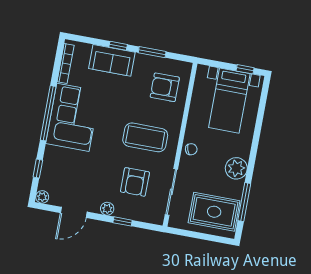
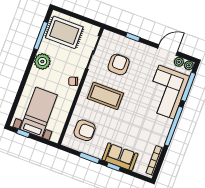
corner sofa: (73, 117) -> (166, 92), moved
window: (38, 169) -> (188, 87), width x2.17
plant: (107, 209) -> (179, 62), moved

